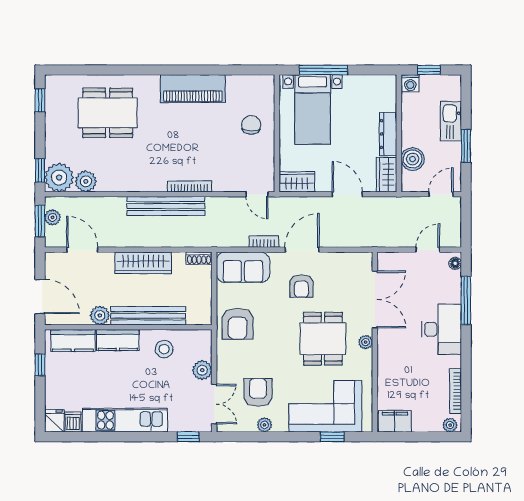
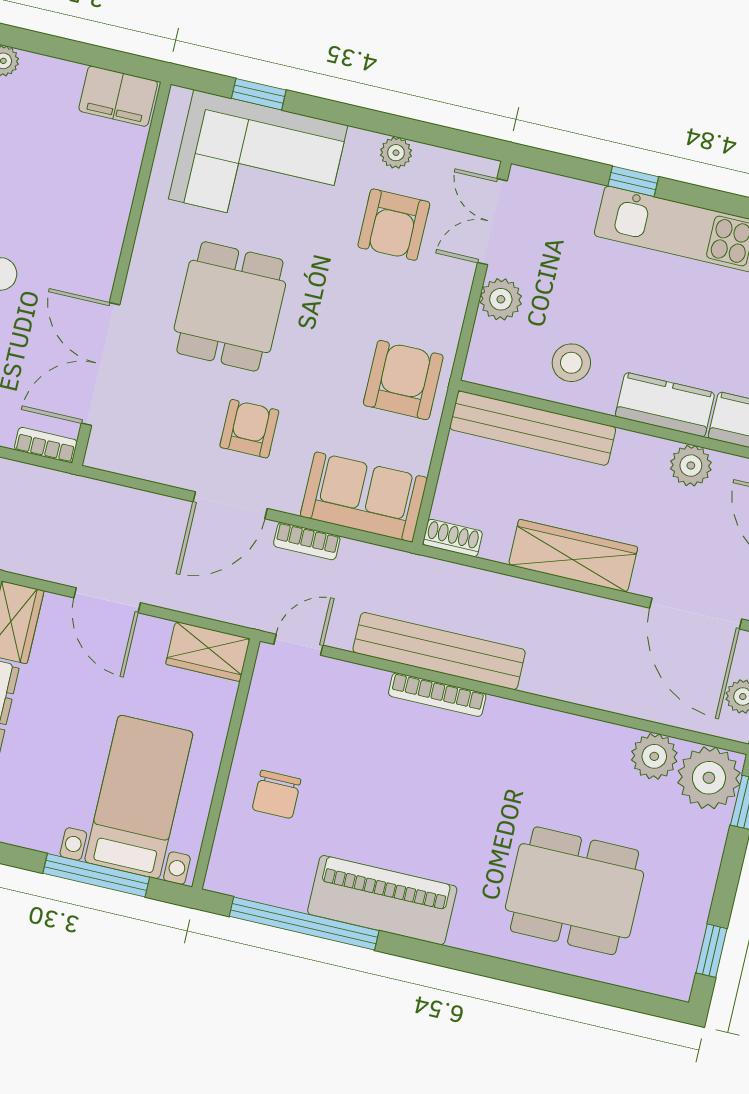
window: (225, 70) -> (304, 924), added
door: (257, 194) -> (298, 645), hinge flipped
bench: (166, 206) -> (439, 651), moved
door: (82, 250) -> (696, 614), width x1.36
bookcase: (391, 257) -> (46, 445), added
bench: (148, 316) -> (533, 428), moved
plant: (366, 342) -> (141, 278), removed
window: (188, 437) -> (633, 181), moved

